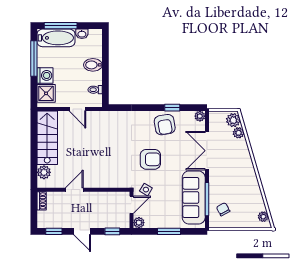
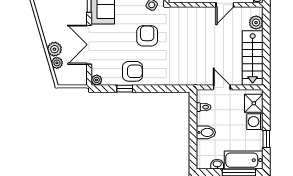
window: (34, 58) -> (266, 139), width x0.46
plant: (233, 120) -> (54, 49), moved
armchair: (165, 125) -> (132, 71), turned 100
double door: (207, 151) -> (89, 45), swing flipped
armchair: (150, 159) -> (147, 36), turned 90

